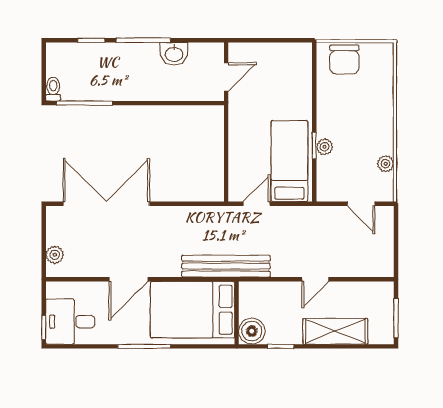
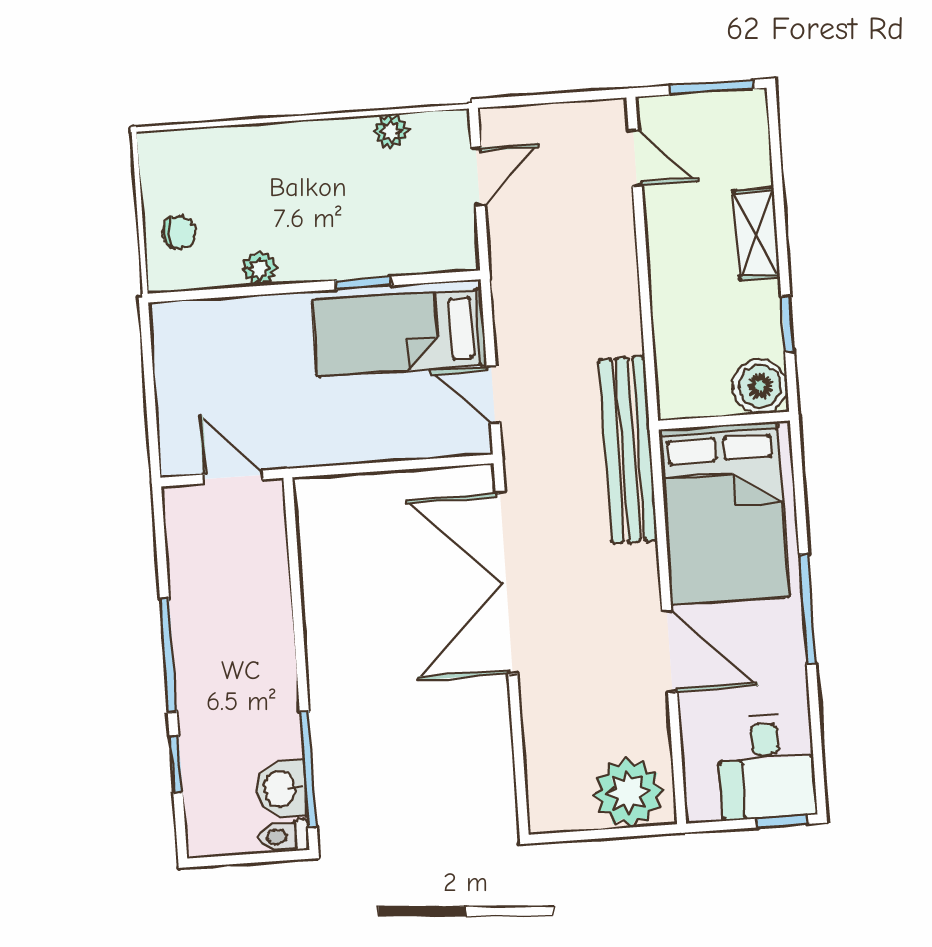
washbasin: (174, 54) -> (281, 789), moved, turned 180
chair: (344, 60) -> (179, 232), width x0.54, depth x0.54
plant: (325, 147) -> (259, 269), moved
double door: (106, 204) -> (507, 583), moved
plant: (55, 255) -> (628, 793), width x1.88, depth x1.88
door: (315, 279) -> (635, 158), moved
shelving: (335, 331) -> (757, 234), width x0.67, depth x0.75

